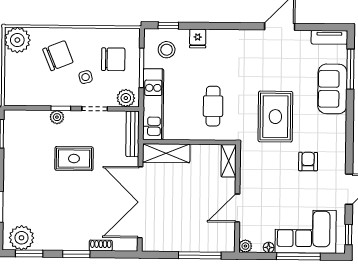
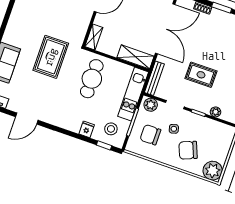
cafe table: (213, 106) -> (92, 79), width x1.37, depth x1.35
plant: (57, 117) -> (215, 112), moved
armchair: (308, 162) -> (39, 18), removed

